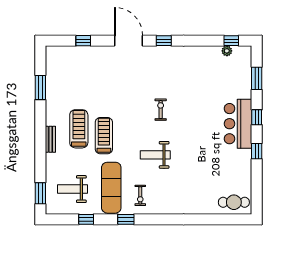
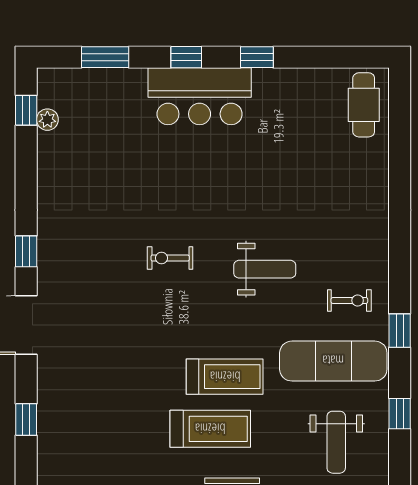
treadmill: (79, 129) -> (210, 429), turned 180
treadmill: (104, 136) -> (225, 377), turned 180
weight bench: (155, 155) -> (265, 269), turned -90

